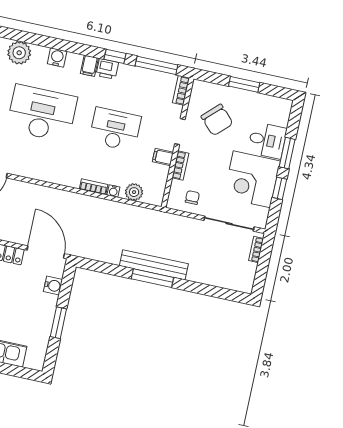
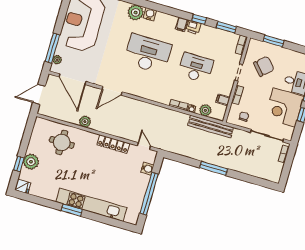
water cooler: (57, 57) -> (150, 14), moved
window: (156, 65) -> (226, 27), width x0.69
window: (244, 84) -> (274, 41), moved
chair: (217, 120) -> (264, 66), turned -88
filing cabinet: (163, 157) -> (223, 100), moved
door: (46, 252) -> (144, 146), width x0.53
bench: (154, 265) -> (211, 126), moved
window: (58, 323) -> (149, 194), width x2.11

